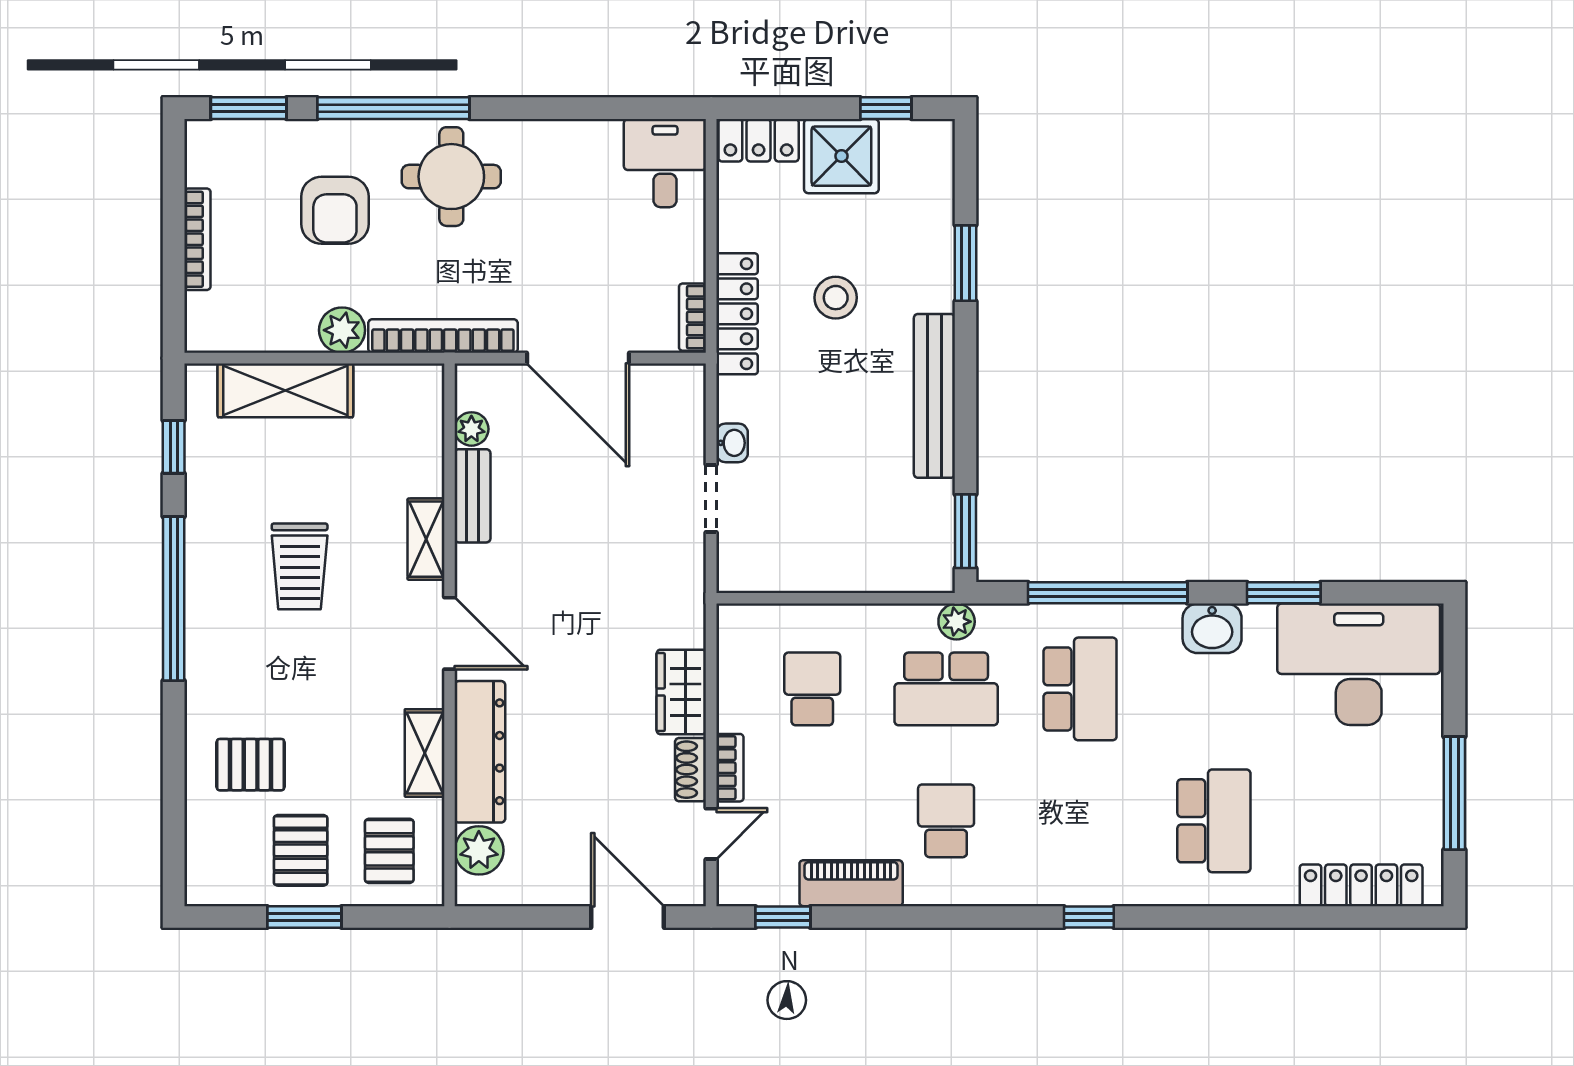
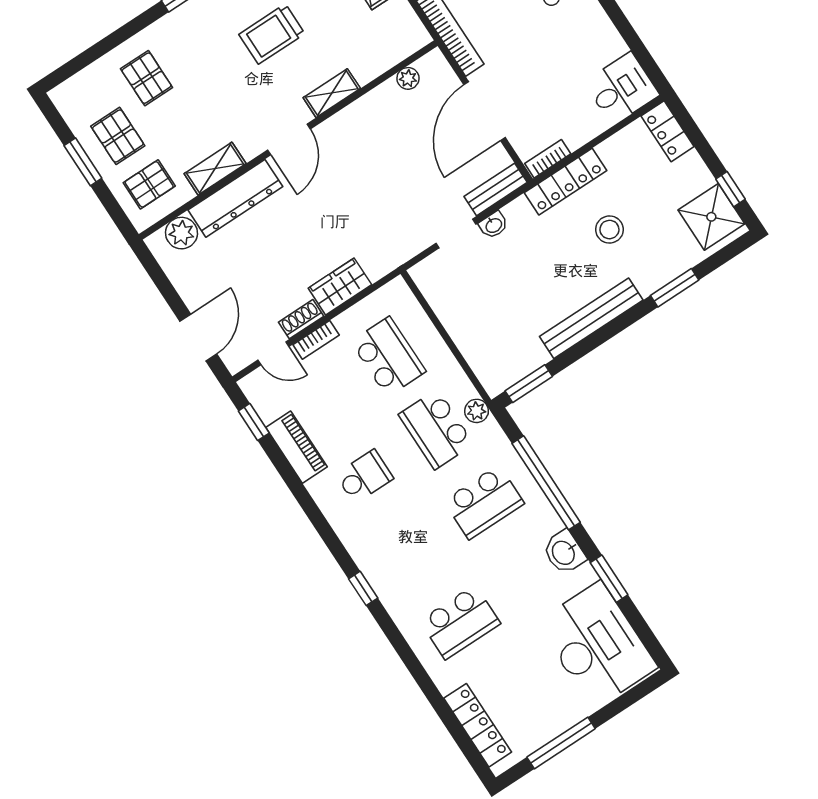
shower: (841, 156) -> (711, 217), moved
bench: (472, 496) -> (496, 189), moved
school desk: (812, 689) -> (388, 357), width x1.85
pallet: (301, 850) -> (118, 136), turned 90

